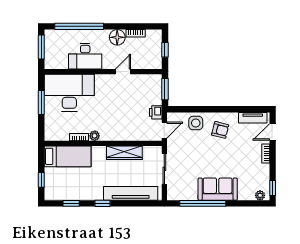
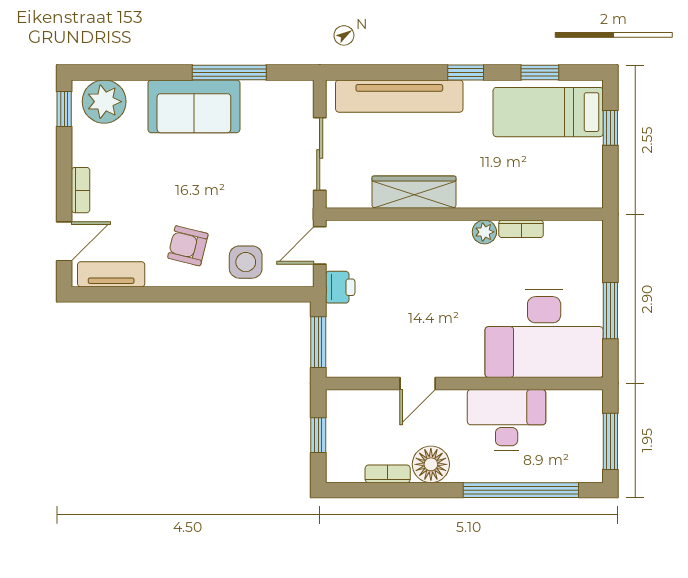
bed: (68, 156) -> (548, 112), moved
plant: (260, 195) -> (104, 102), width x1.88, depth x1.88
window: (203, 203) -> (229, 72), width x0.68

